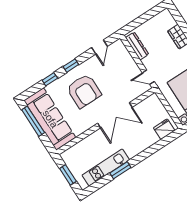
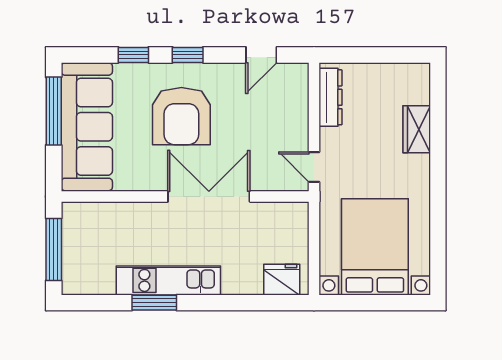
double door: (115, 115) -> (209, 196), swing flipped
kitchen unit: (106, 167) -> (168, 280), moved
window: (68, 175) -> (54, 249), width x1.44

